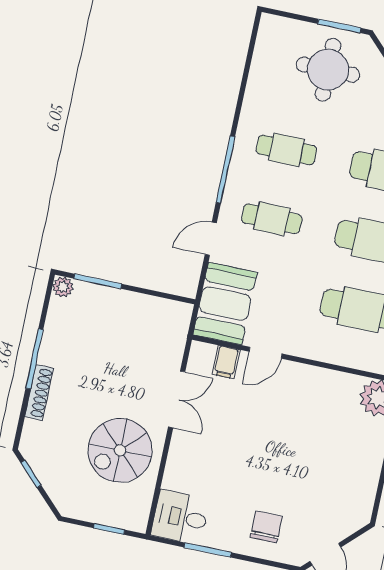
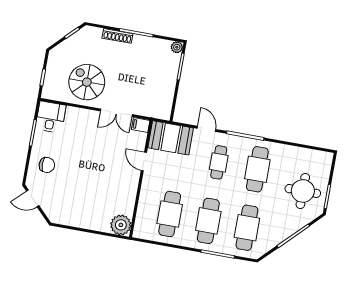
cafe table: (286, 150) -> (257, 169), width x1.37, depth x1.35
filing cabinet: (226, 362) -> (141, 125), moved

